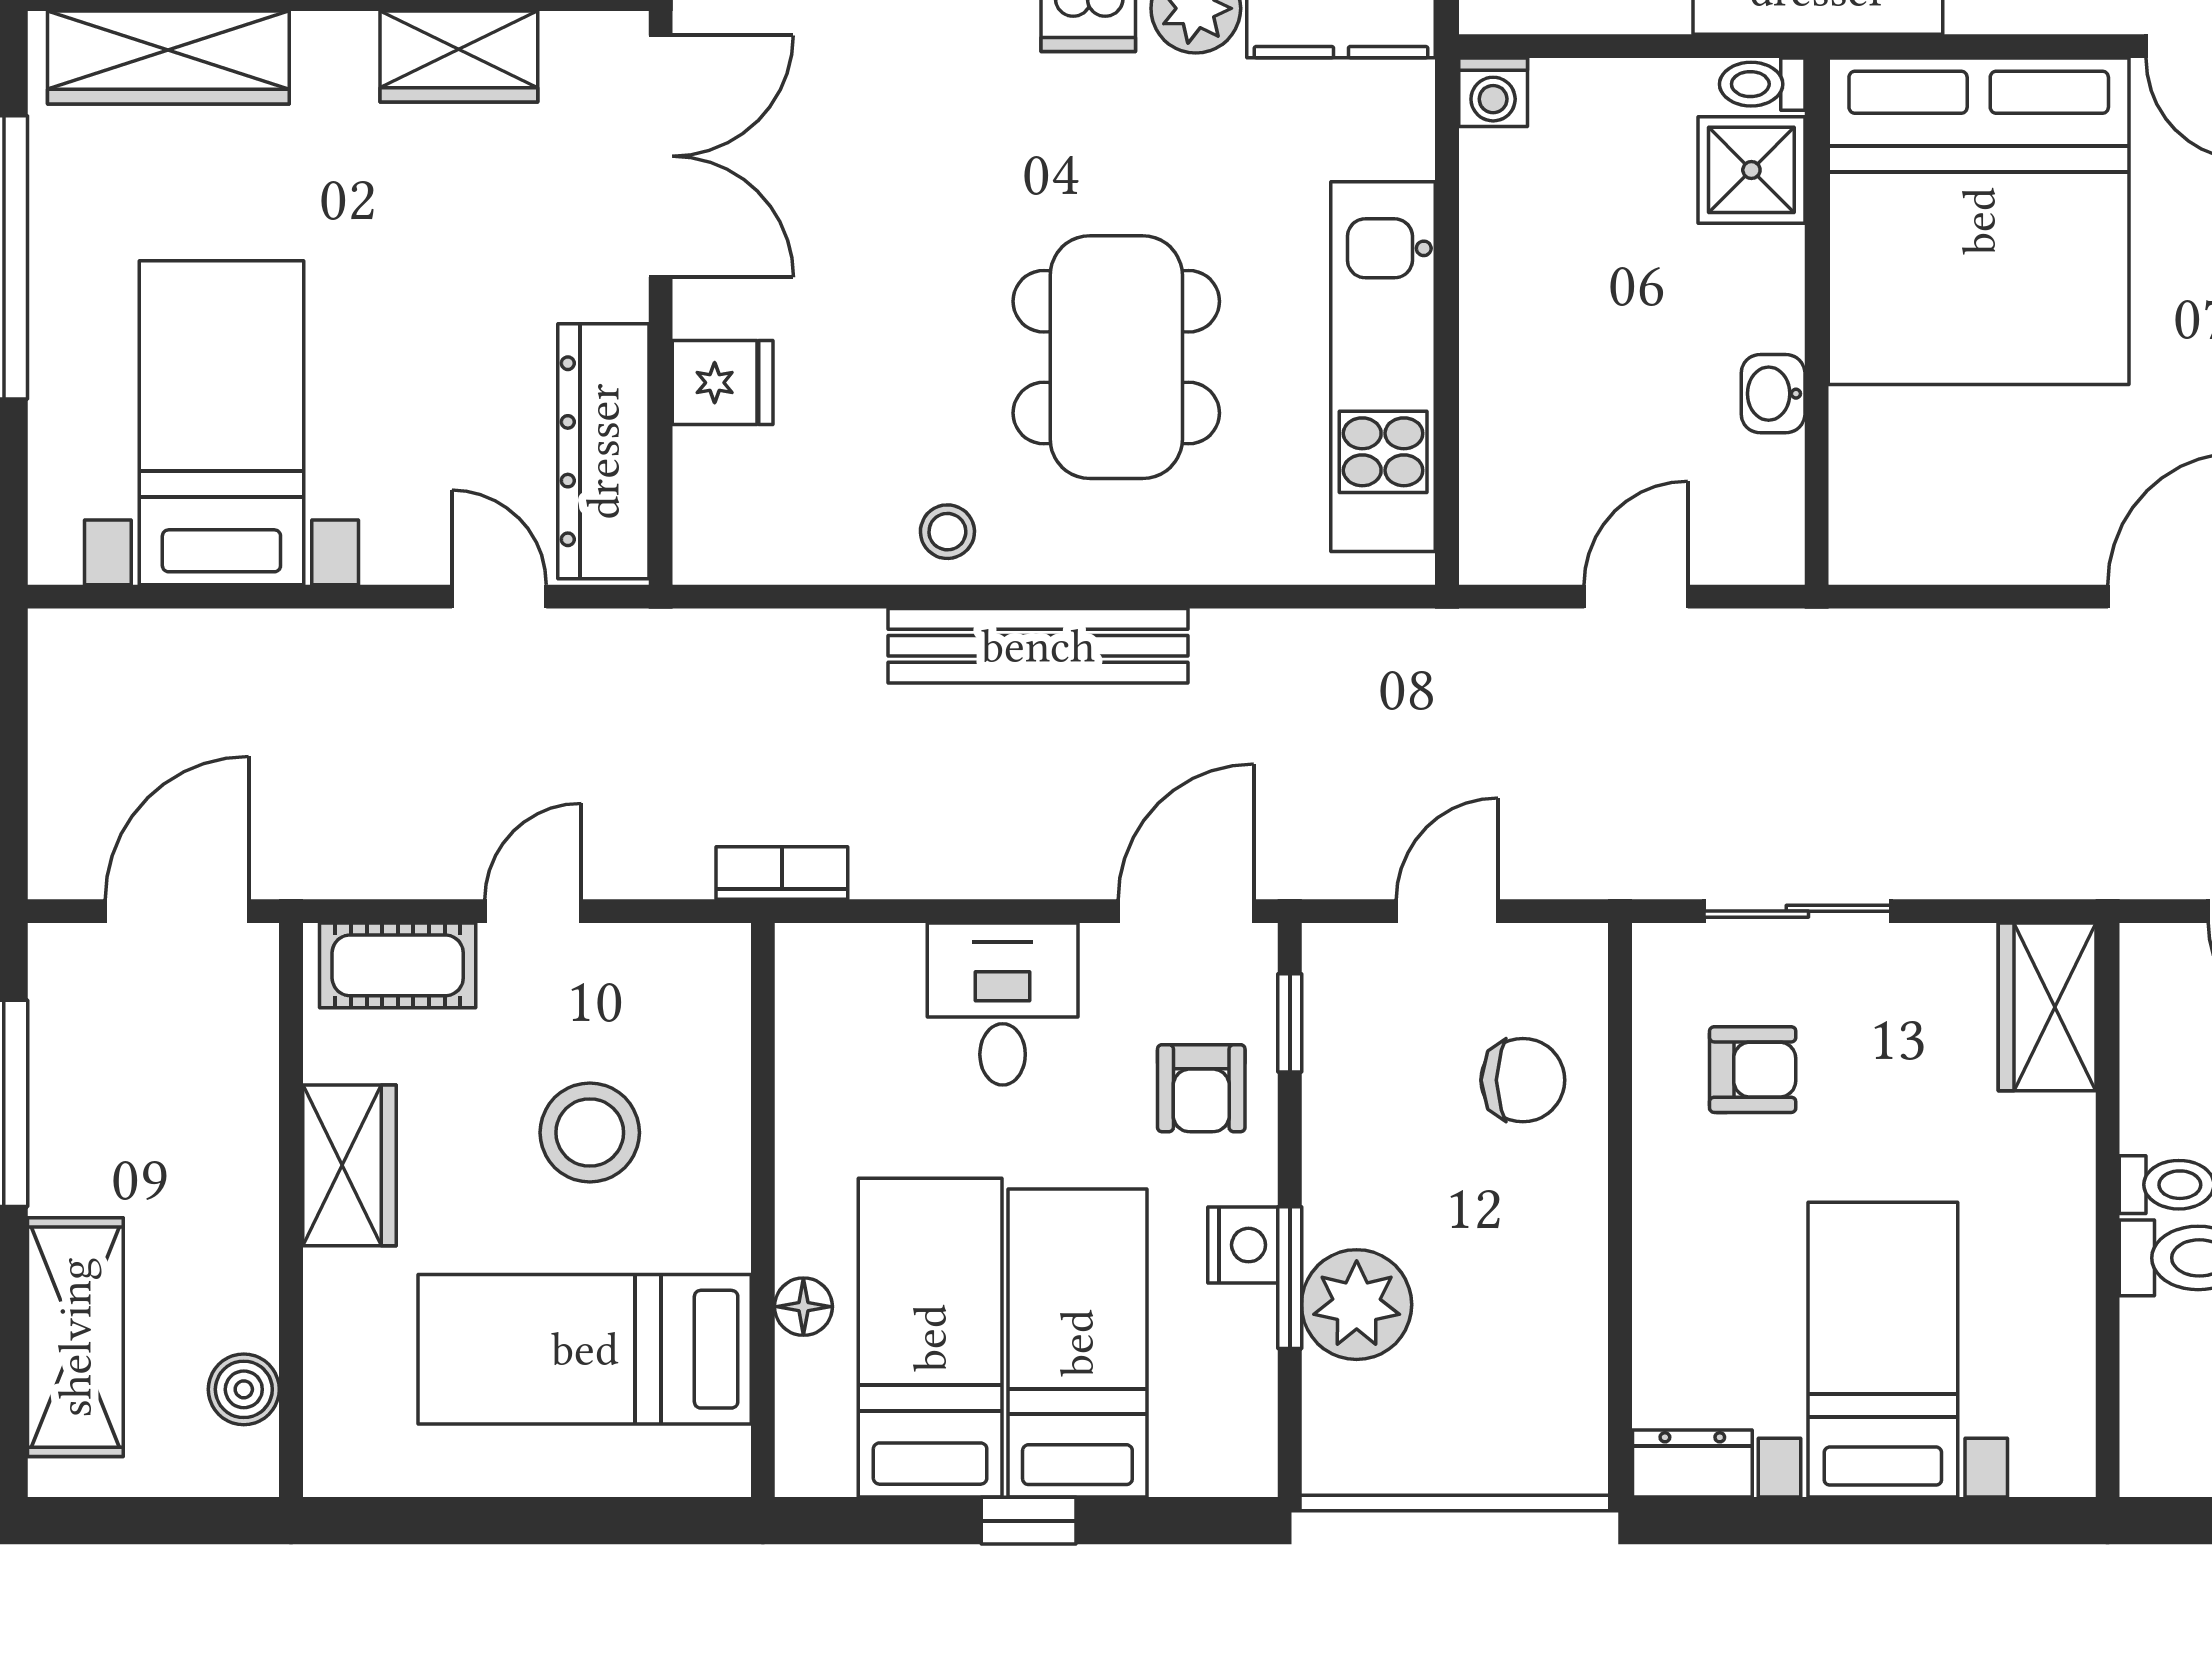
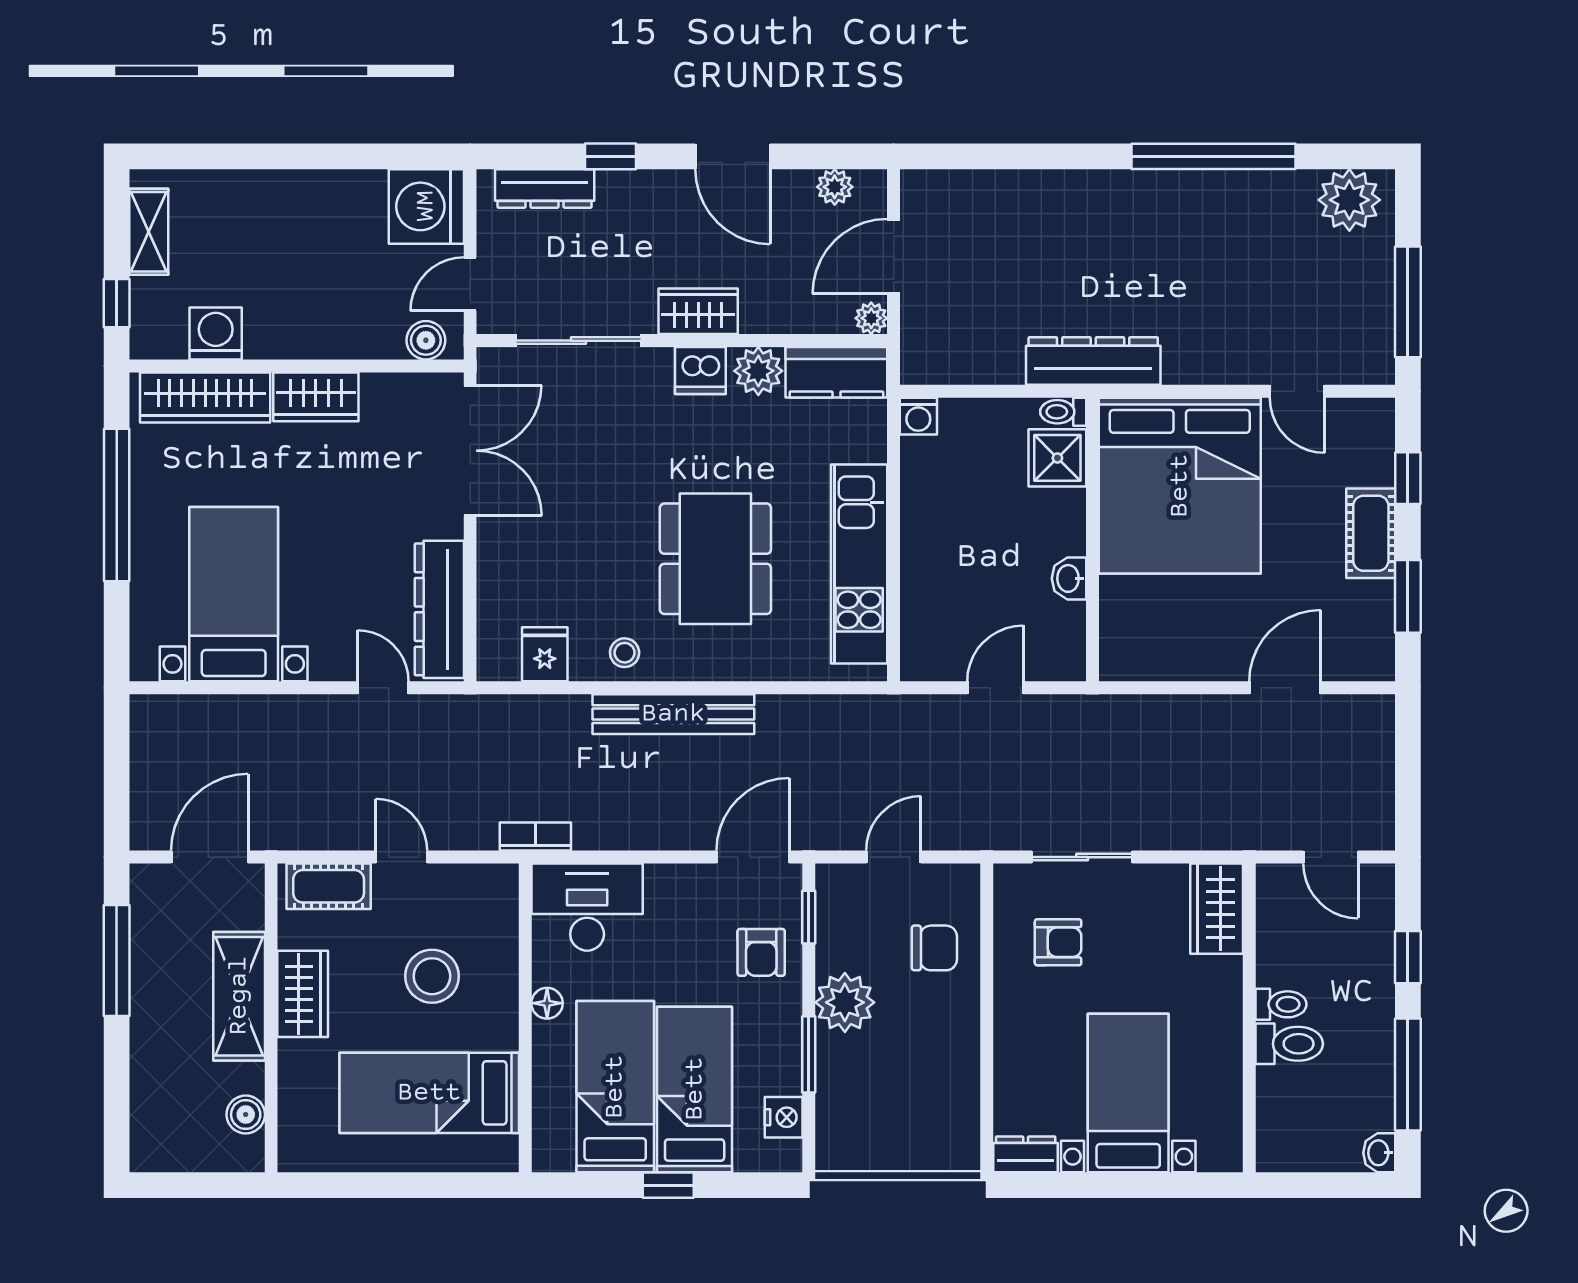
wardrobe: (459, 56) -> (316, 397), moved
fridge: (723, 383) -> (545, 654), moved, turned -90
door: (533, 911) -> (401, 857), hinge flipped
desk: (1003, 1004) -> (587, 907), moved, width x1.37
nightstand: (1243, 1245) -> (784, 1117), moved
plant: (1357, 1305) -> (845, 1002), moved
floor lamp: (803, 1307) -> (547, 1003), moved
shelving: (75, 1337) -> (239, 996), moved

